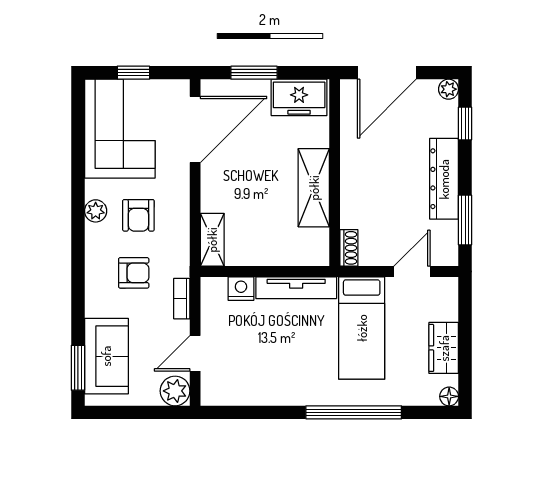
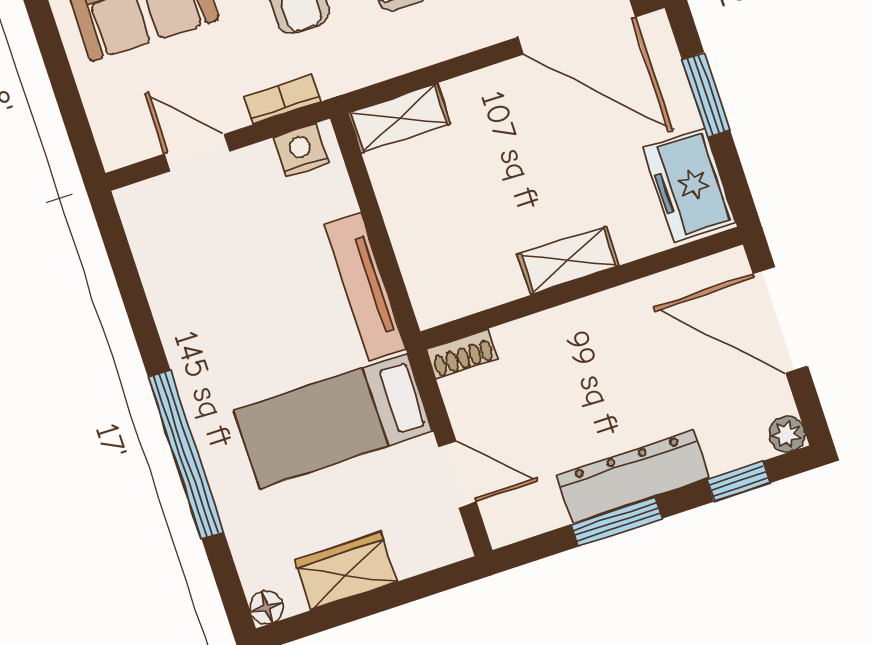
shelving: (314, 188) -> (569, 260), width x0.67, depth x0.75
window: (465, 220) -> (617, 521), moved
nightstand: (241, 289) -> (301, 150), moved, turned -90
plant: (175, 391) -> (122, 140), removed

